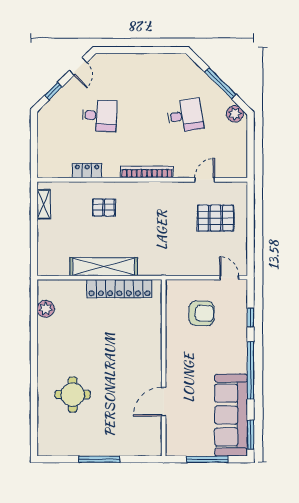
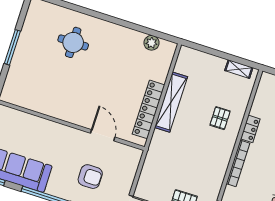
locker: (87, 171) -> (250, 129), moved
armchair: (201, 313) -> (90, 177), moved, turned -91
door: (164, 402) -> (103, 135), moved

